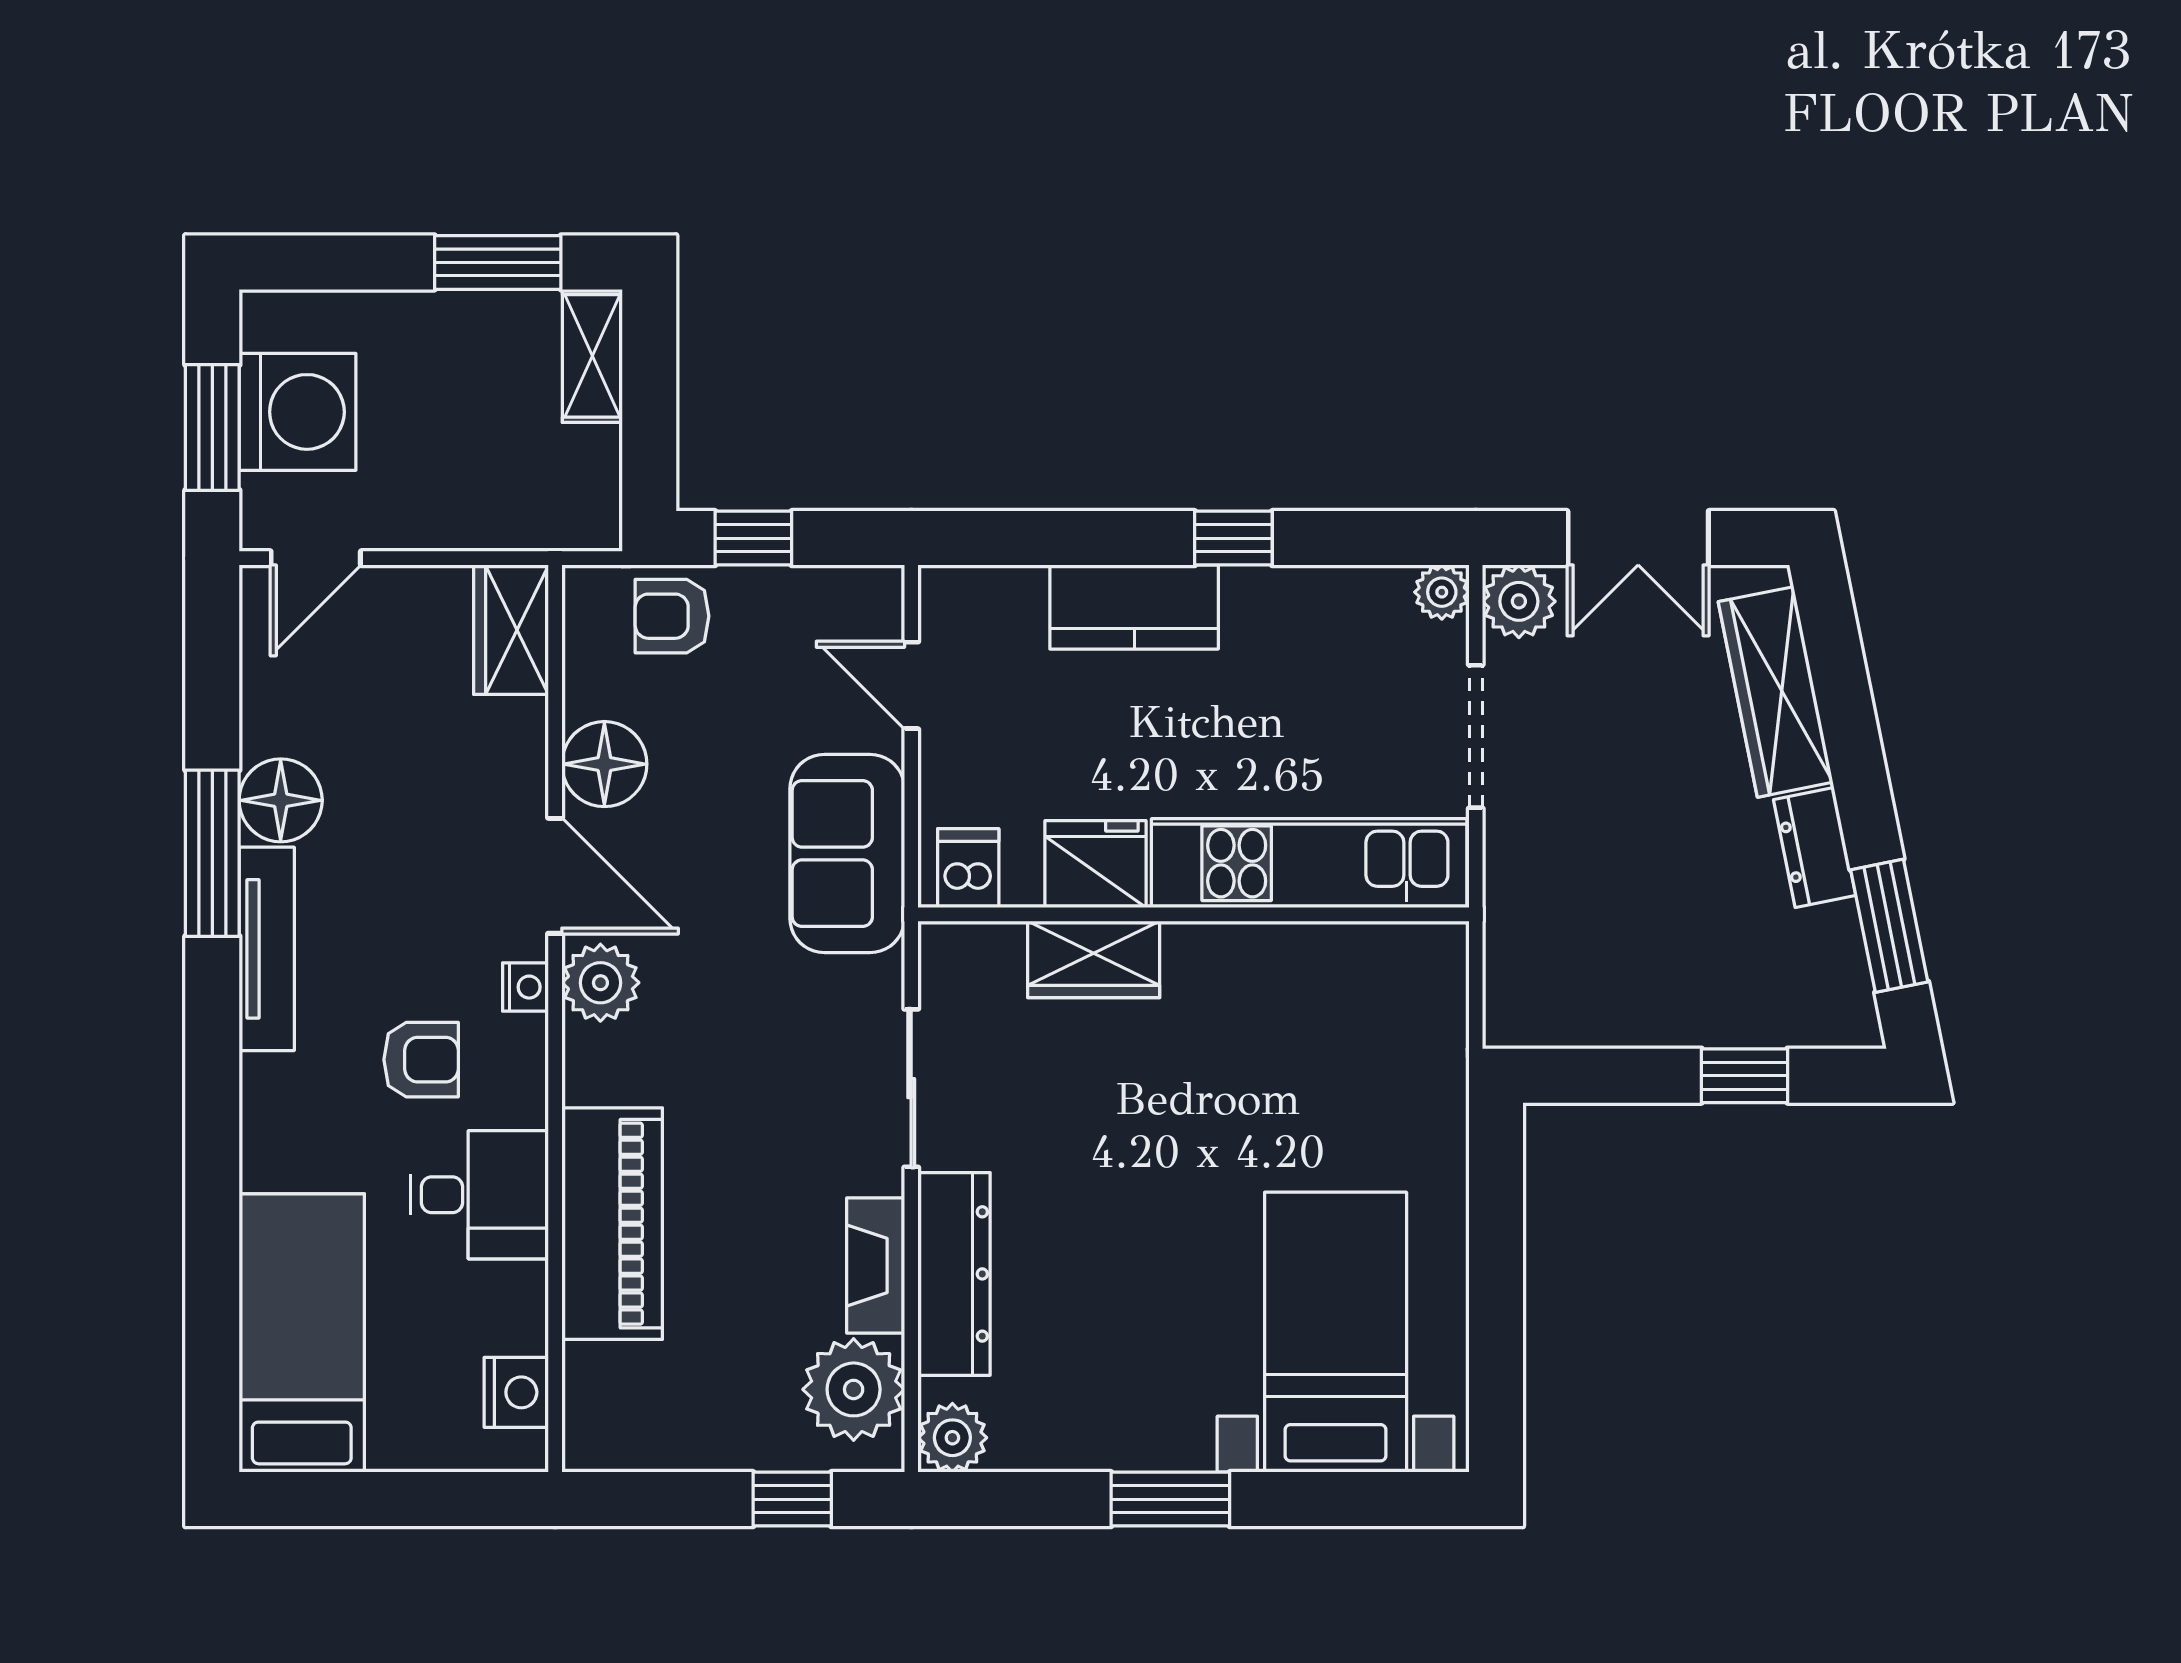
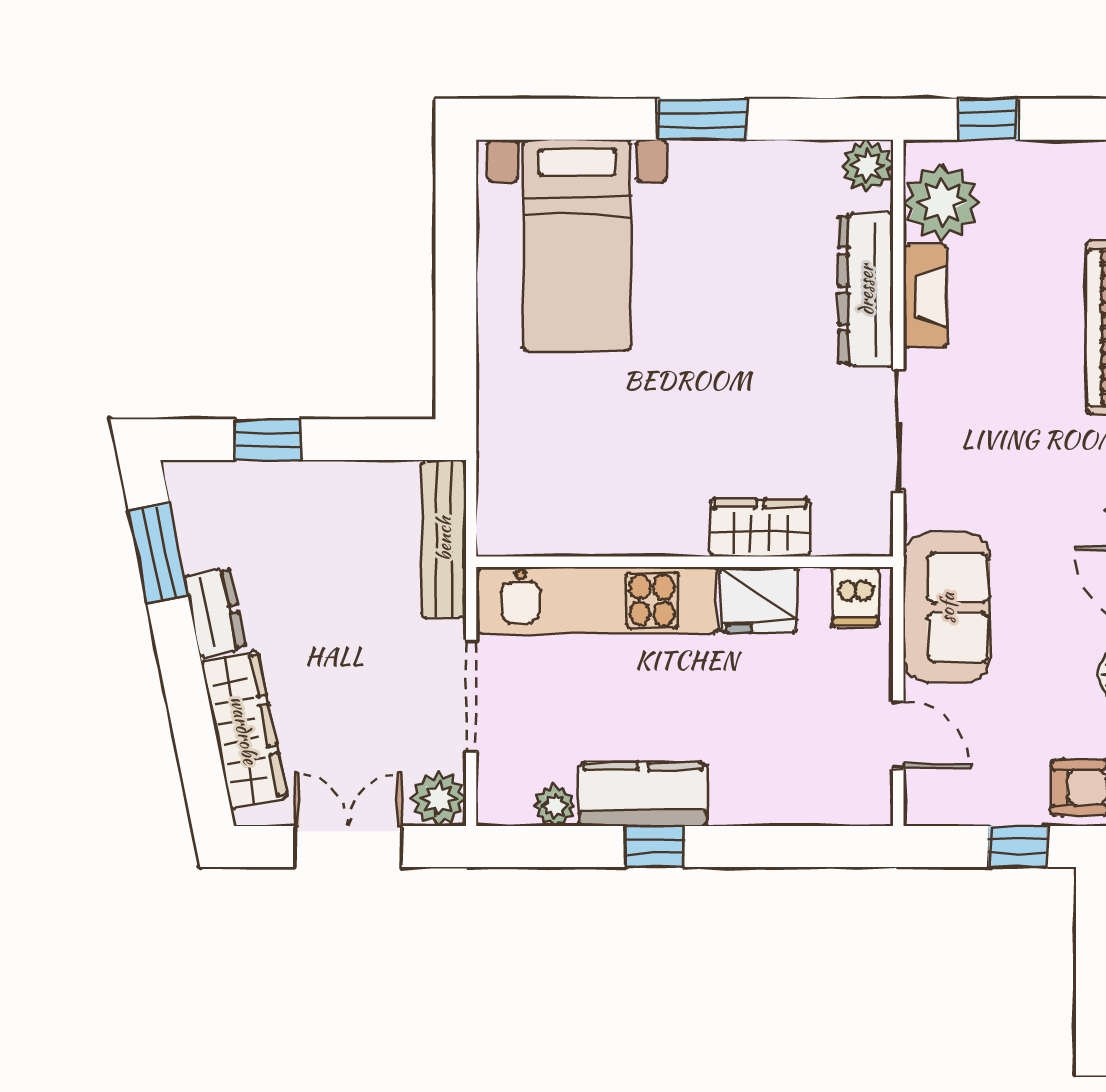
plant: (1442, 592) -> (554, 806), moved
kitchen counter: (1134, 607) -> (643, 794), moved
bench: (1512, 944) -> (444, 539), added

